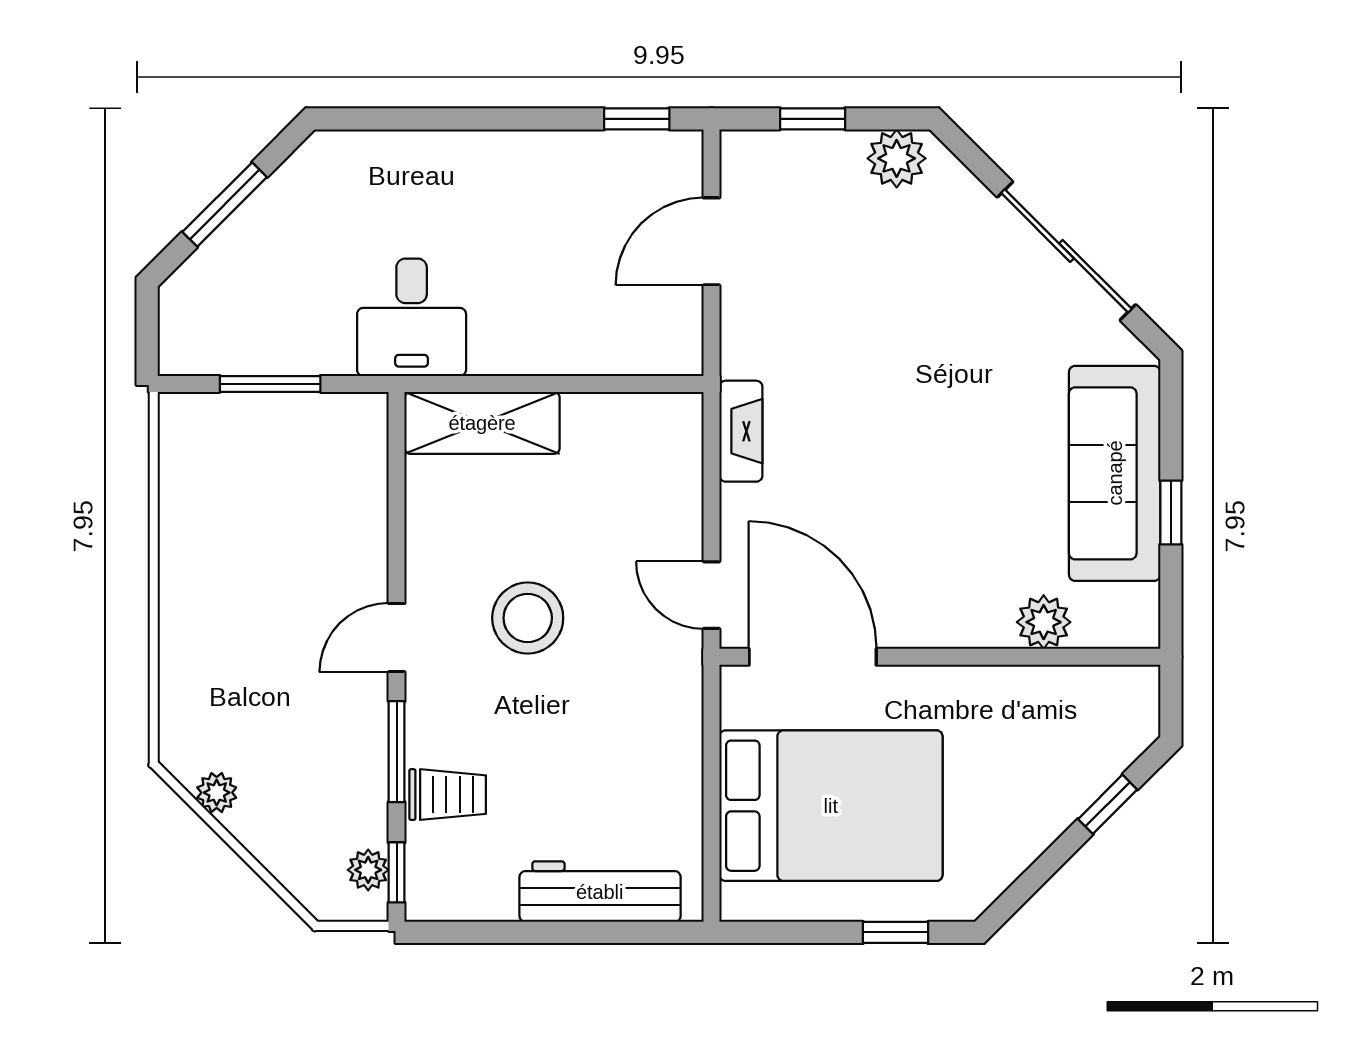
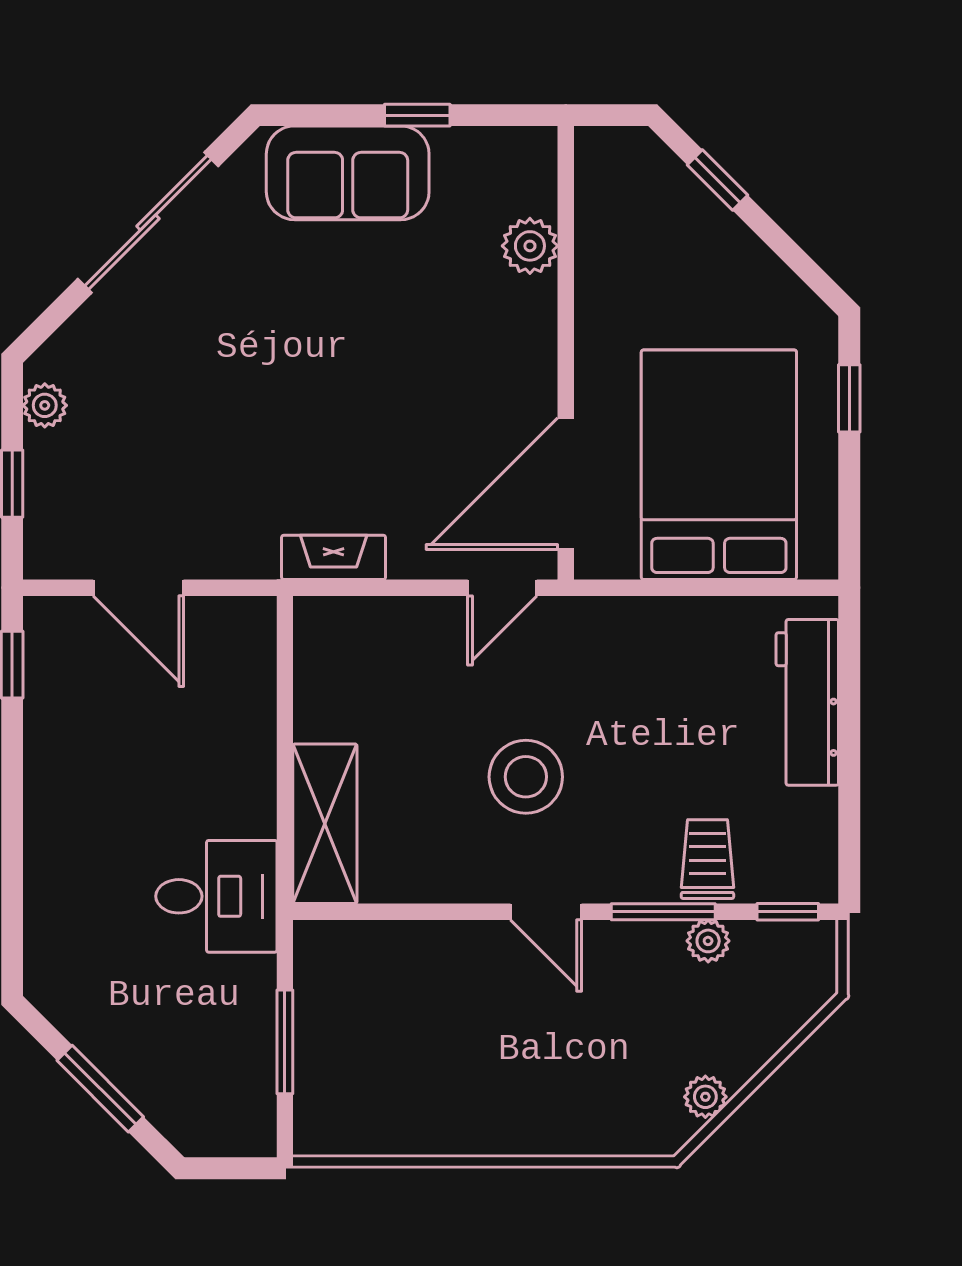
plant: (897, 158) -> (45, 405), width x0.73, depth x0.73
sofa: (1115, 473) -> (348, 173), width x0.73
plant: (368, 870) -> (708, 941), moved

